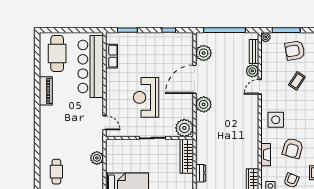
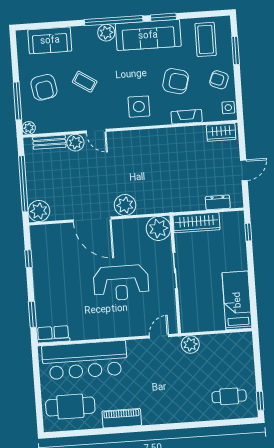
plant: (204, 53) -> (39, 211), moved
row of seats: (112, 56) -> (53, 334), moved
plant: (97, 158) -> (190, 344), moved

